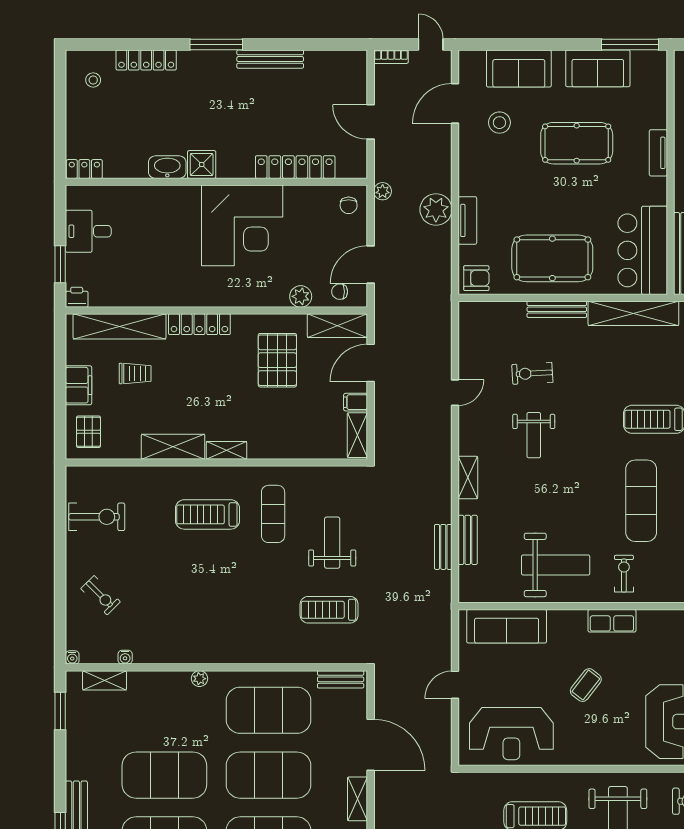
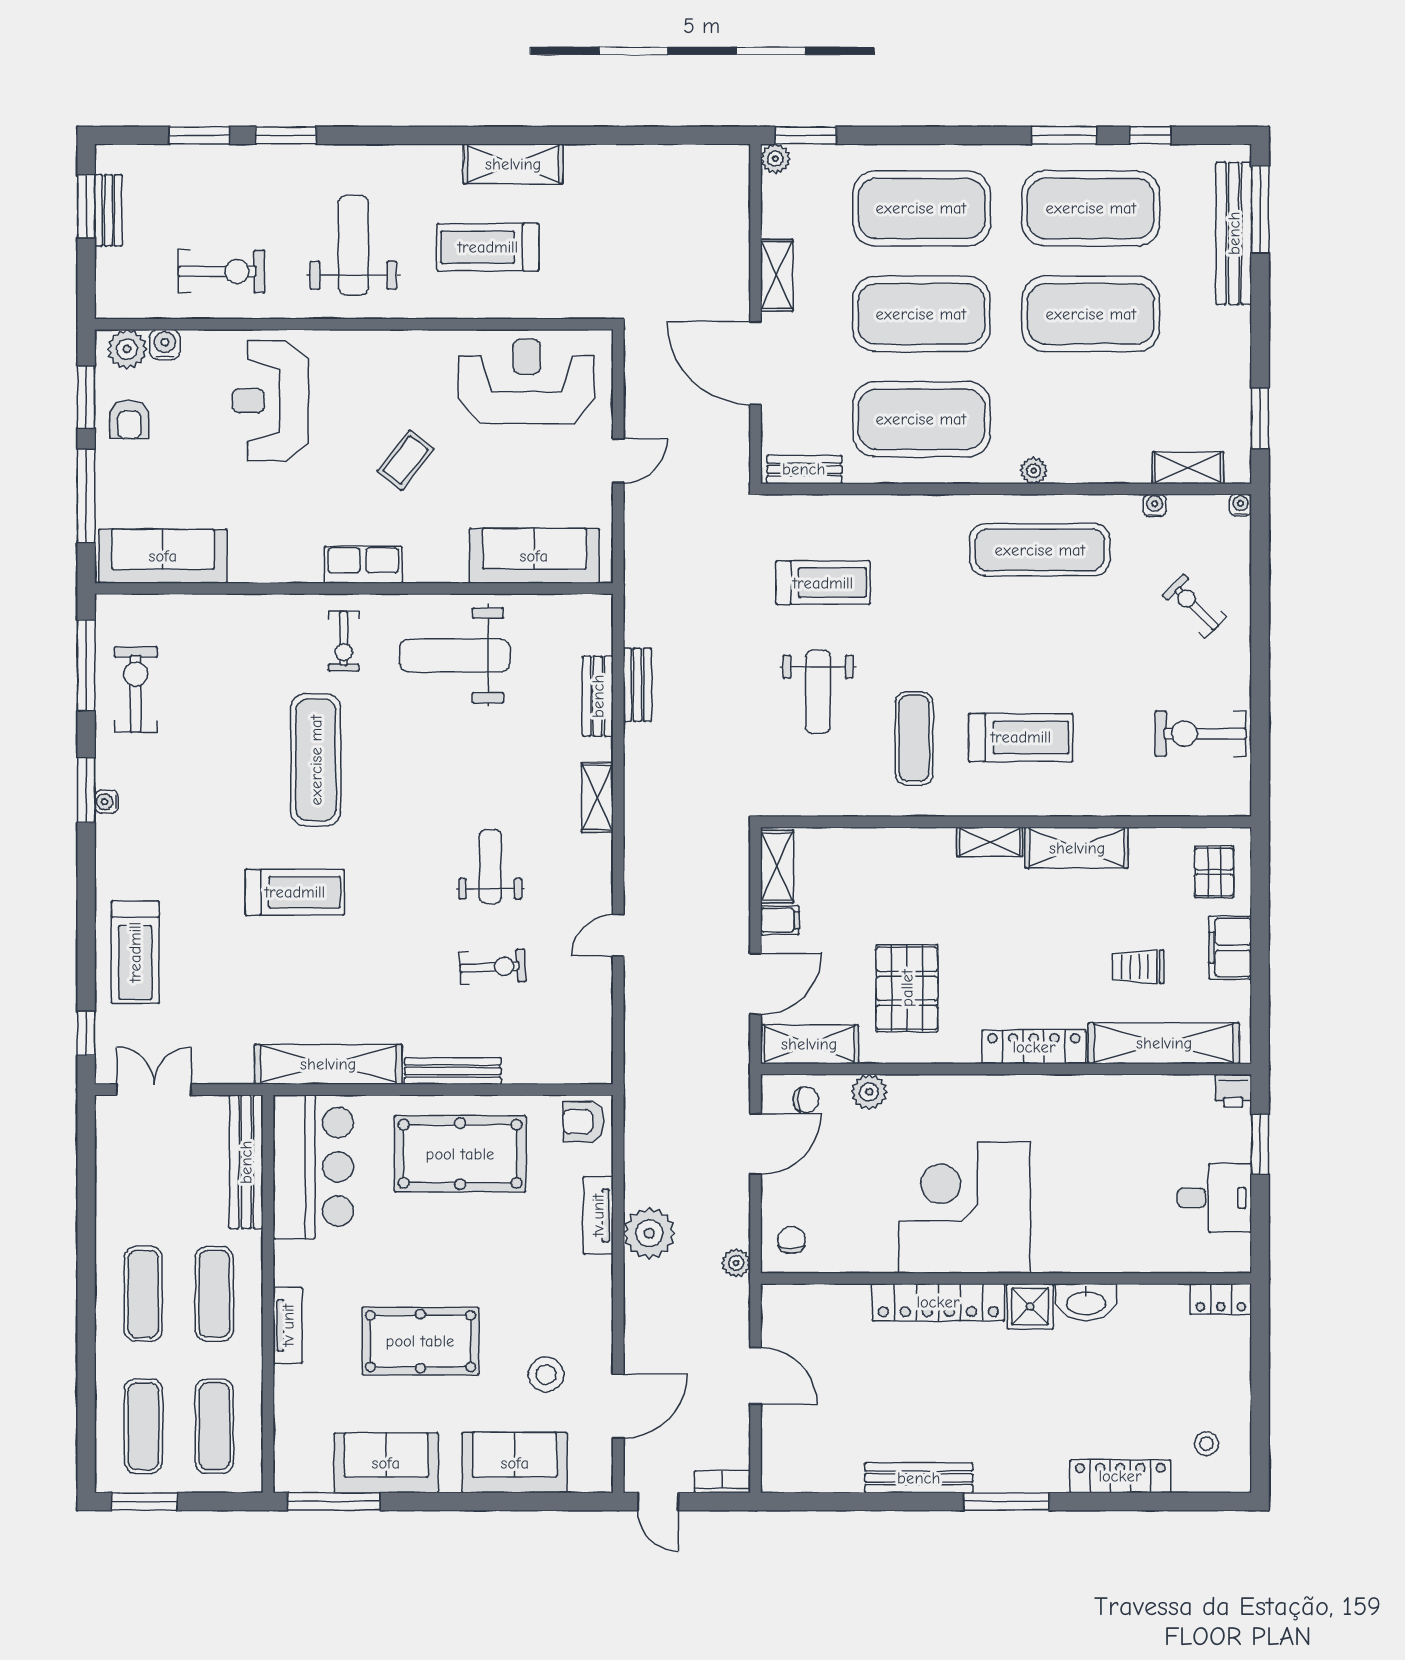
locker: (295, 167) -> (938, 1302), moved
exercise mat: (196, 630) -> (1040, 550), added

